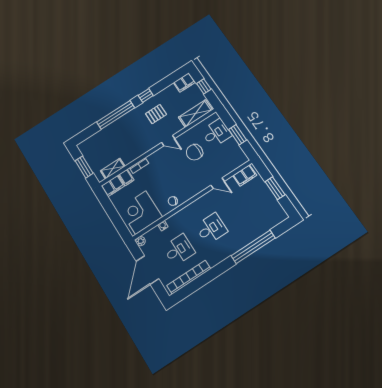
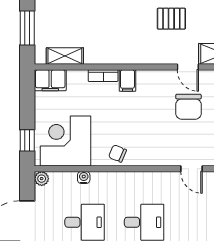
door: (168, 141) -> (188, 67), moved
chair: (194, 152) -> (188, 107), turned -90
filing cabinet: (126, 177) -> (127, 81), moved
window: (120, 226) -> (27, 140), added

